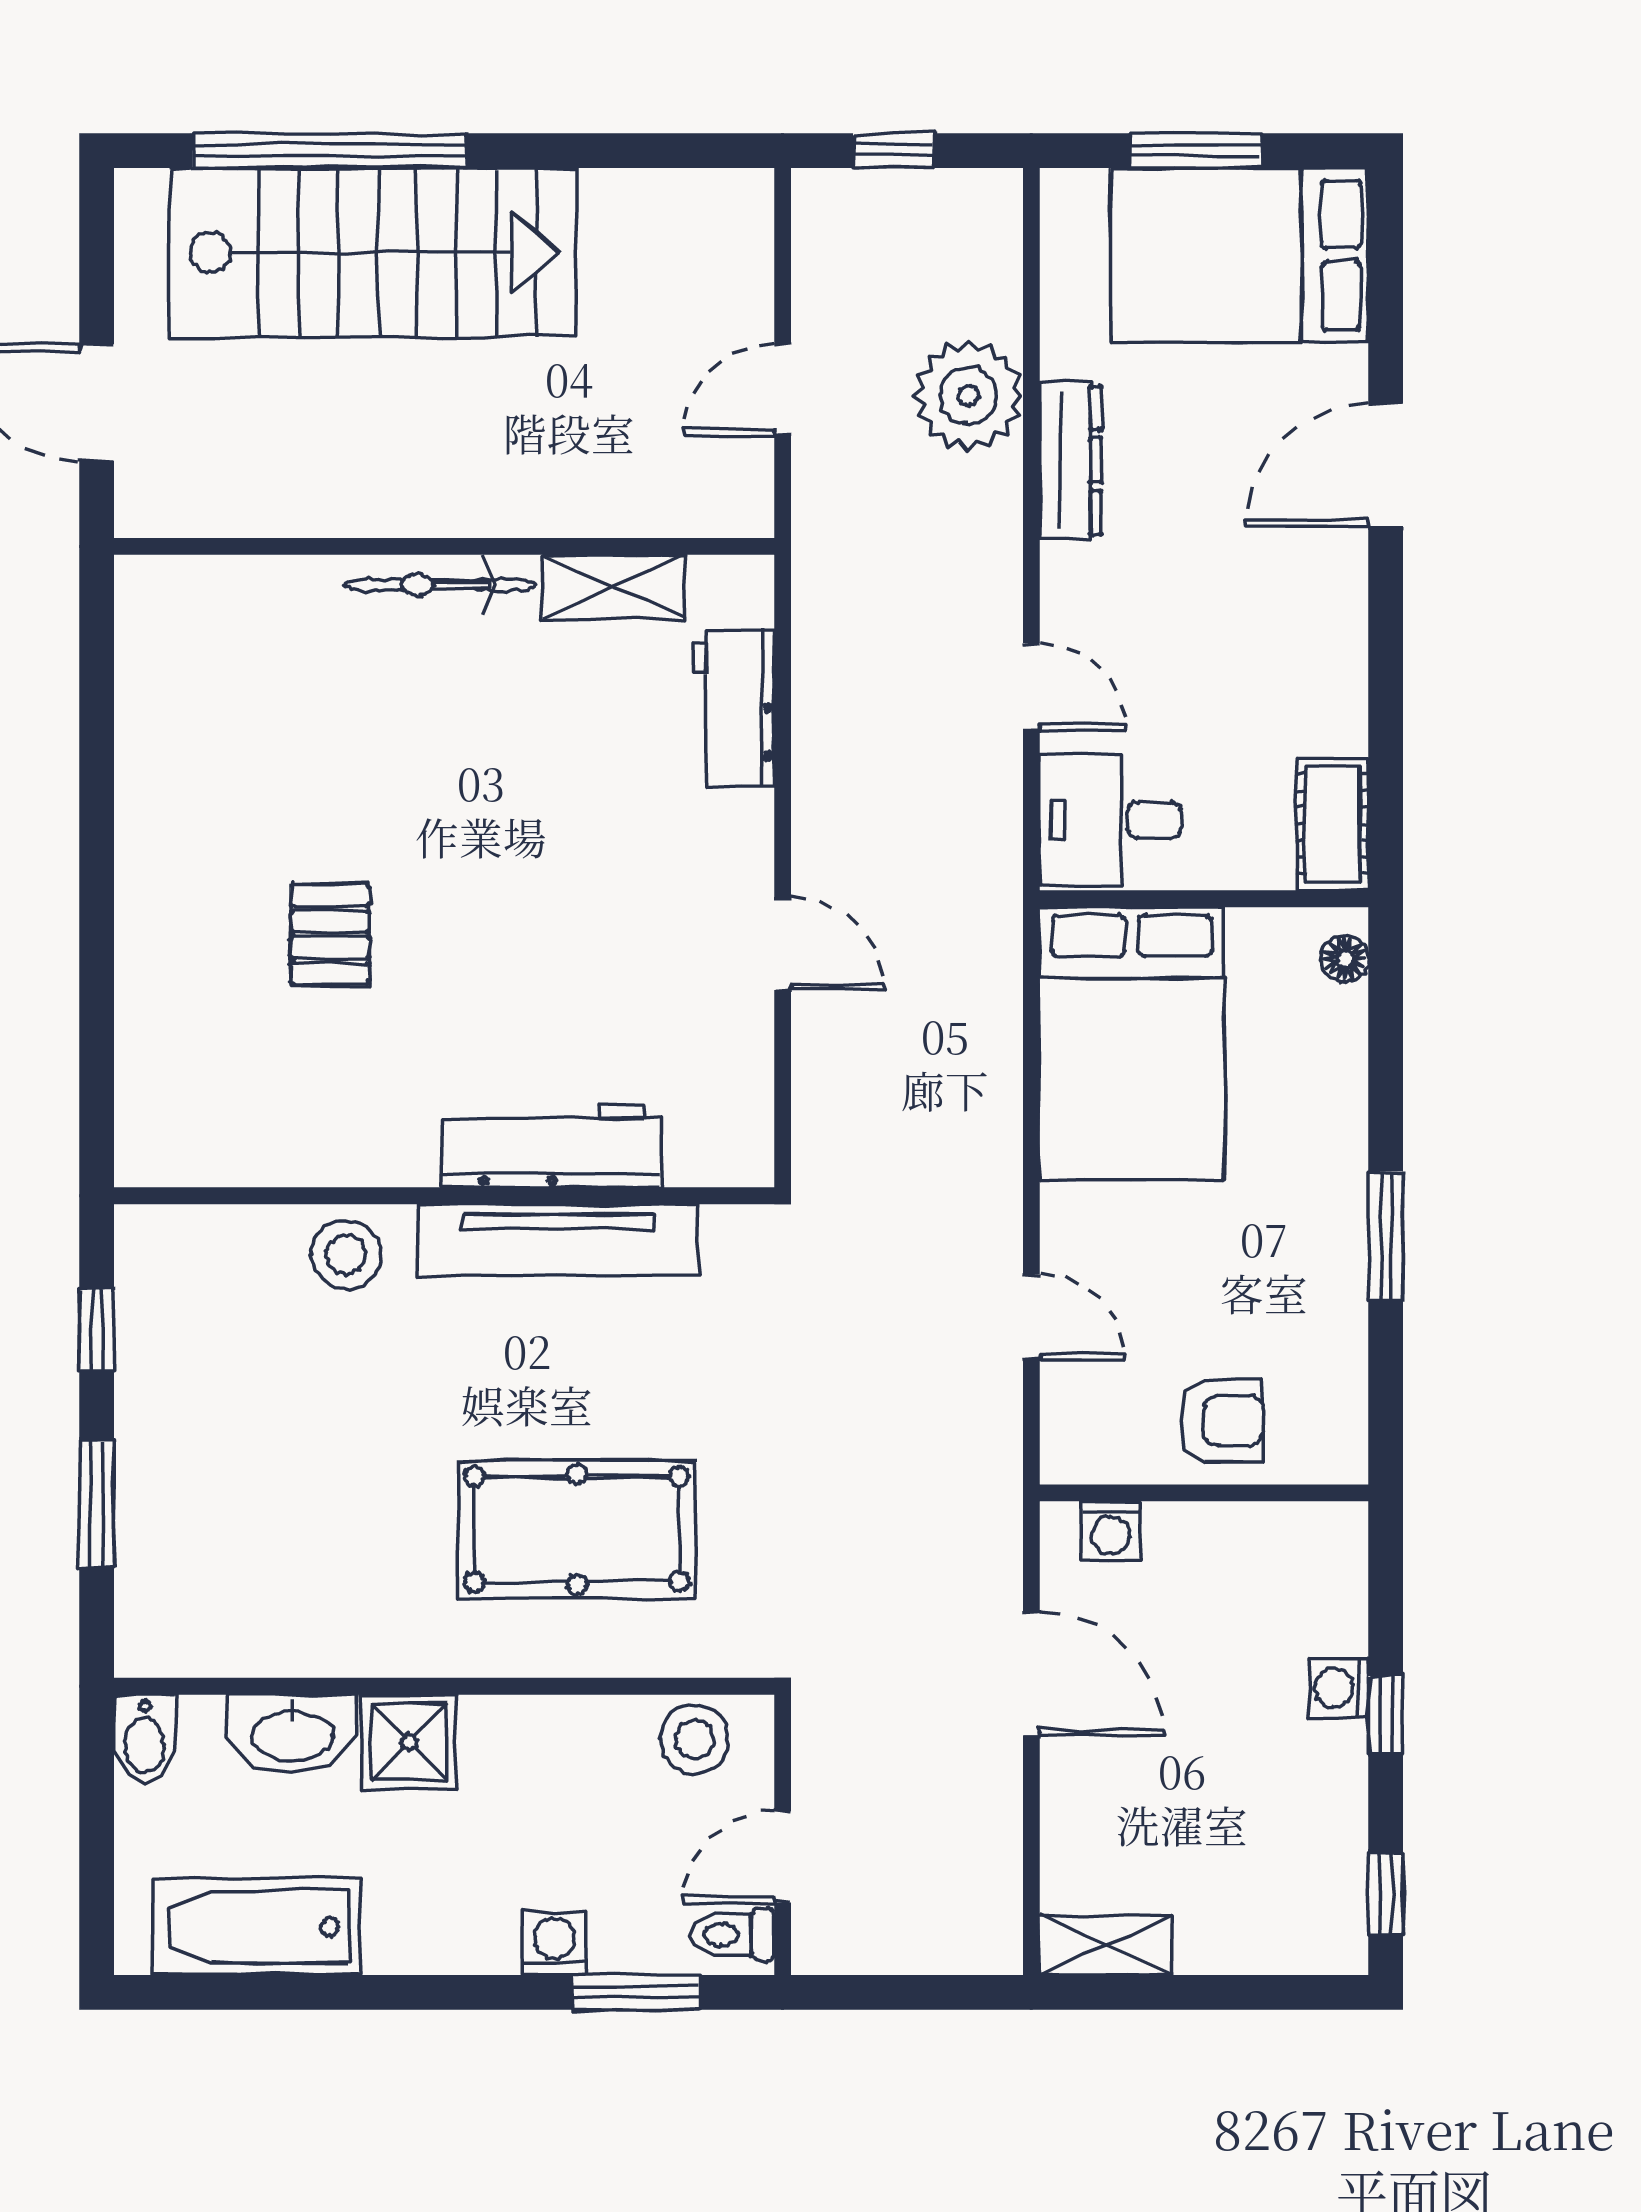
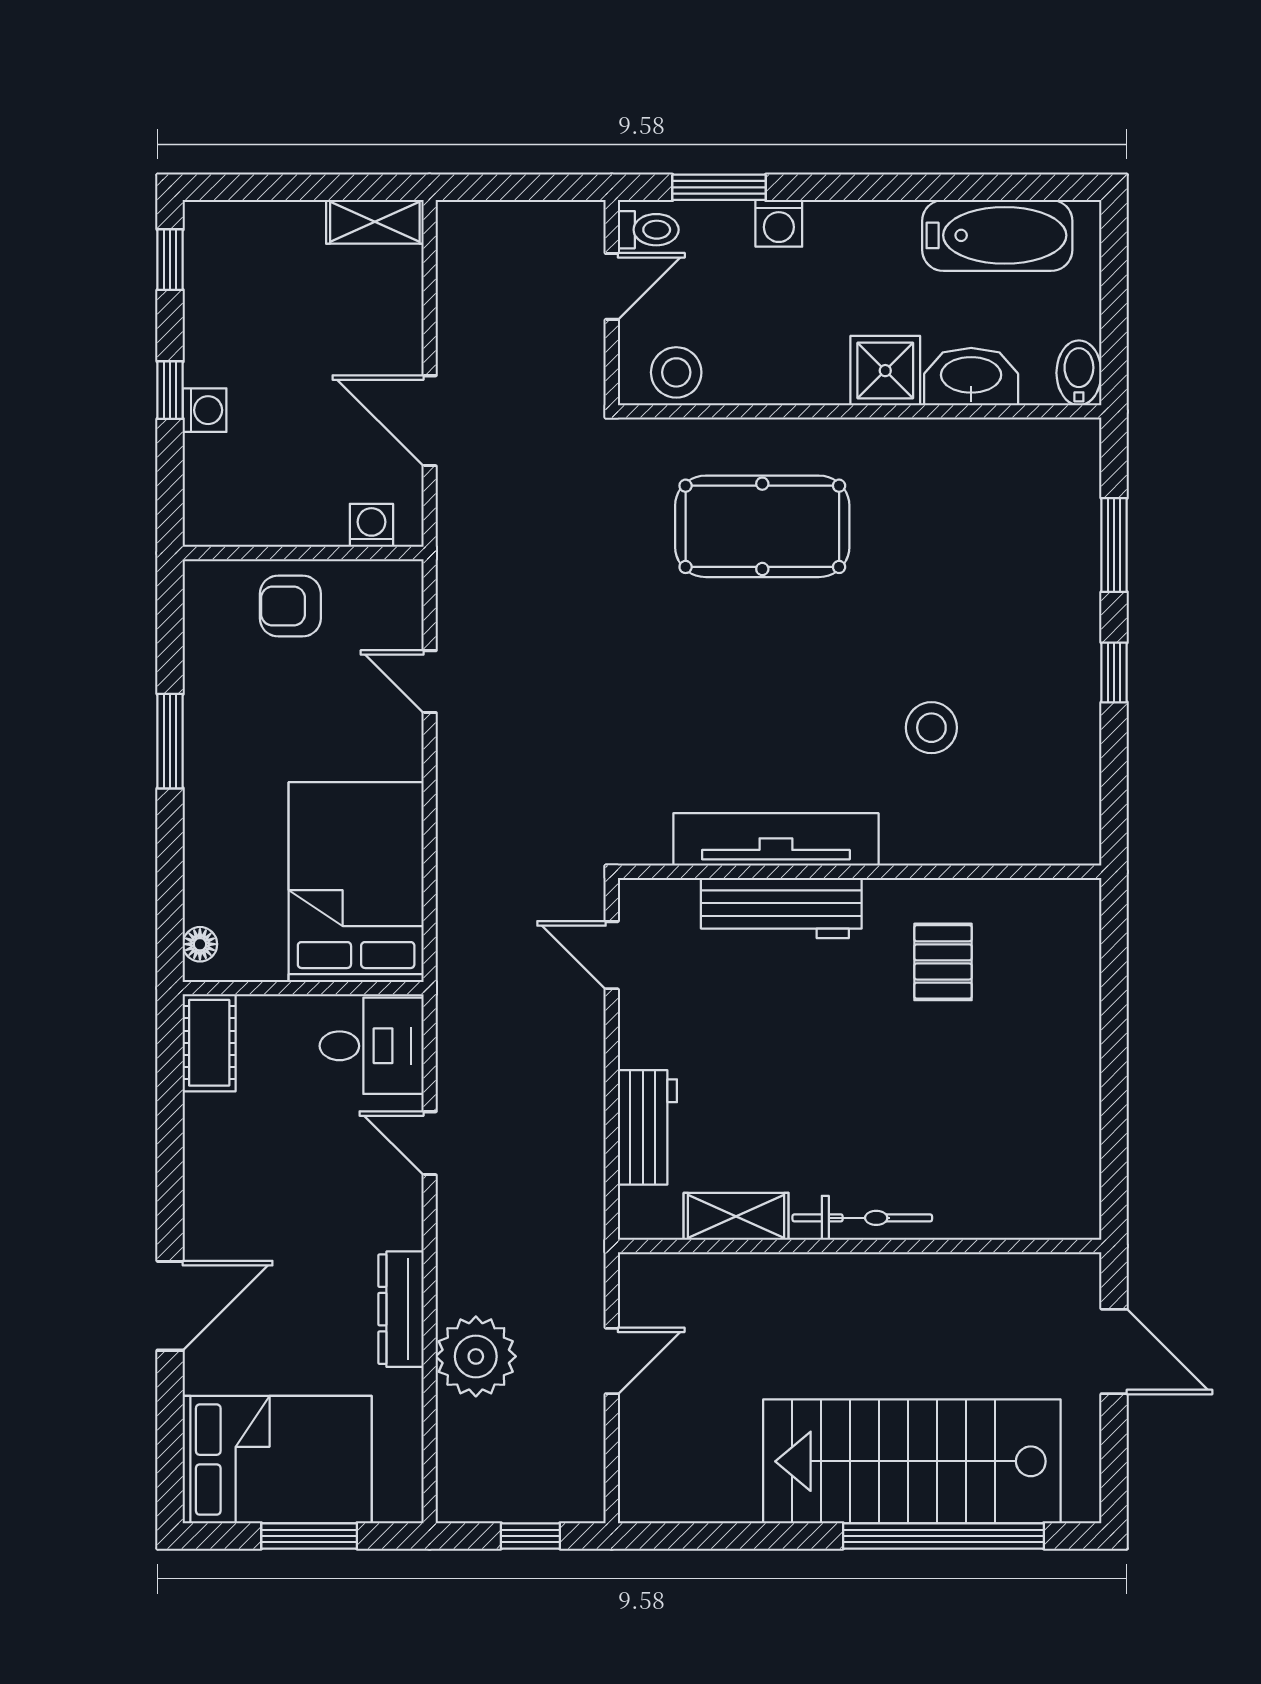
workbench: (551, 1146) -> (781, 908), moved
wall: (444, 1196) -> (860, 872), moved
tv unit: (558, 1240) -> (776, 839), moved

